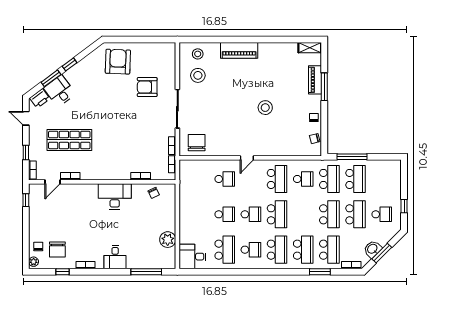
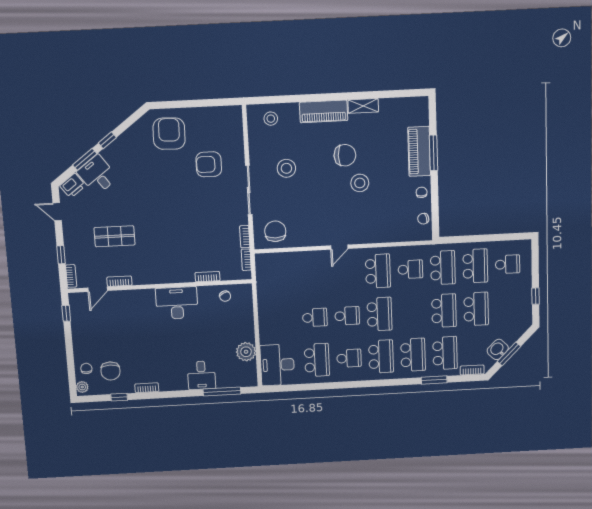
shelving: (310, 48) -> (363, 106), moved
stool: (198, 75) -> (286, 168), moved
piano: (315, 80) -> (419, 151), width x1.37, depth x1.33
chair: (254, 85) -> (345, 155), added
shop shelf: (69, 140) -> (115, 236), width x0.70, depth x0.74
window: (352, 157) -> (470, 239), removed
school desk: (225, 179) -> (313, 274), removed
school desk: (382, 214) -> (508, 264), moved
desk: (115, 257) -> (201, 375), moved
desk: (192, 257) -> (277, 365), width x1.37

